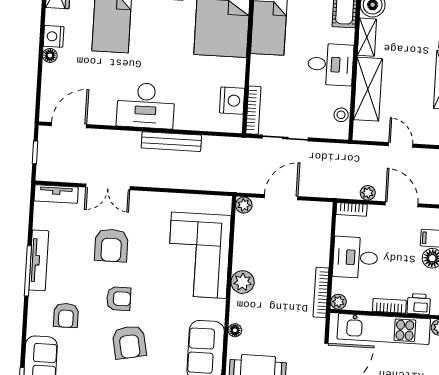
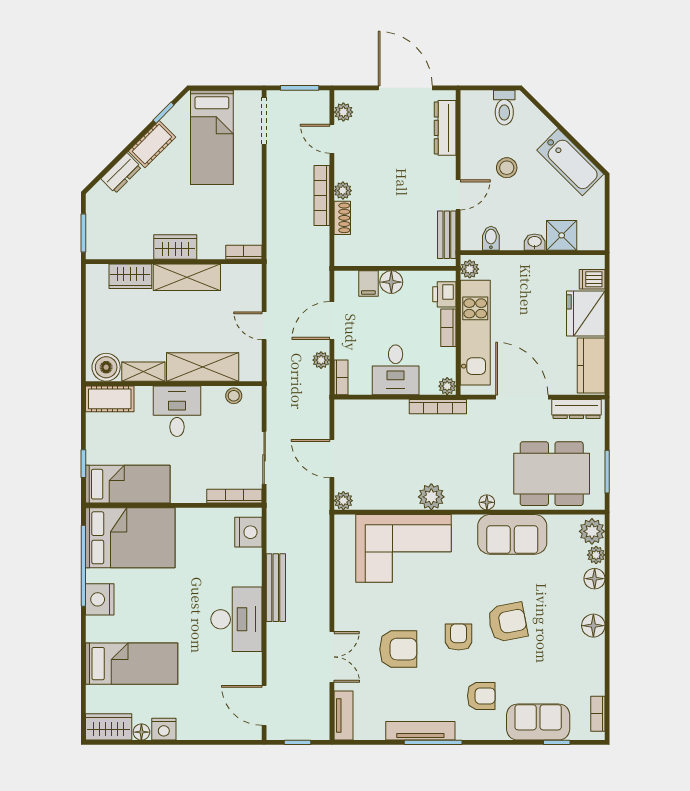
floor lamp: (50, 55) -> (141, 732), moved
nightstand: (232, 101) -> (248, 532), moved, turned 90
door: (401, 145) -> (264, 326), hinge flipped

